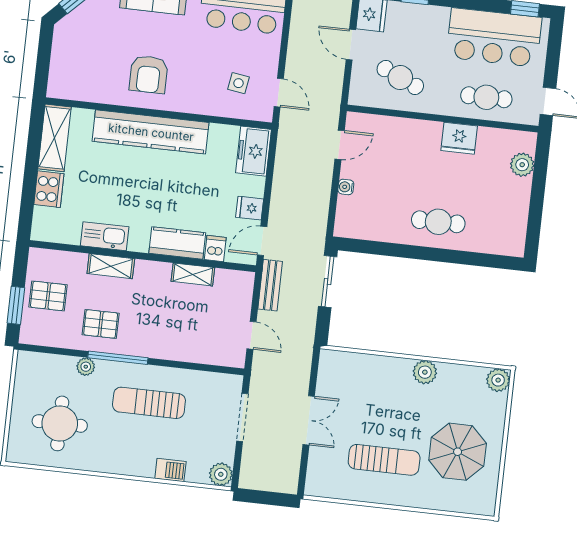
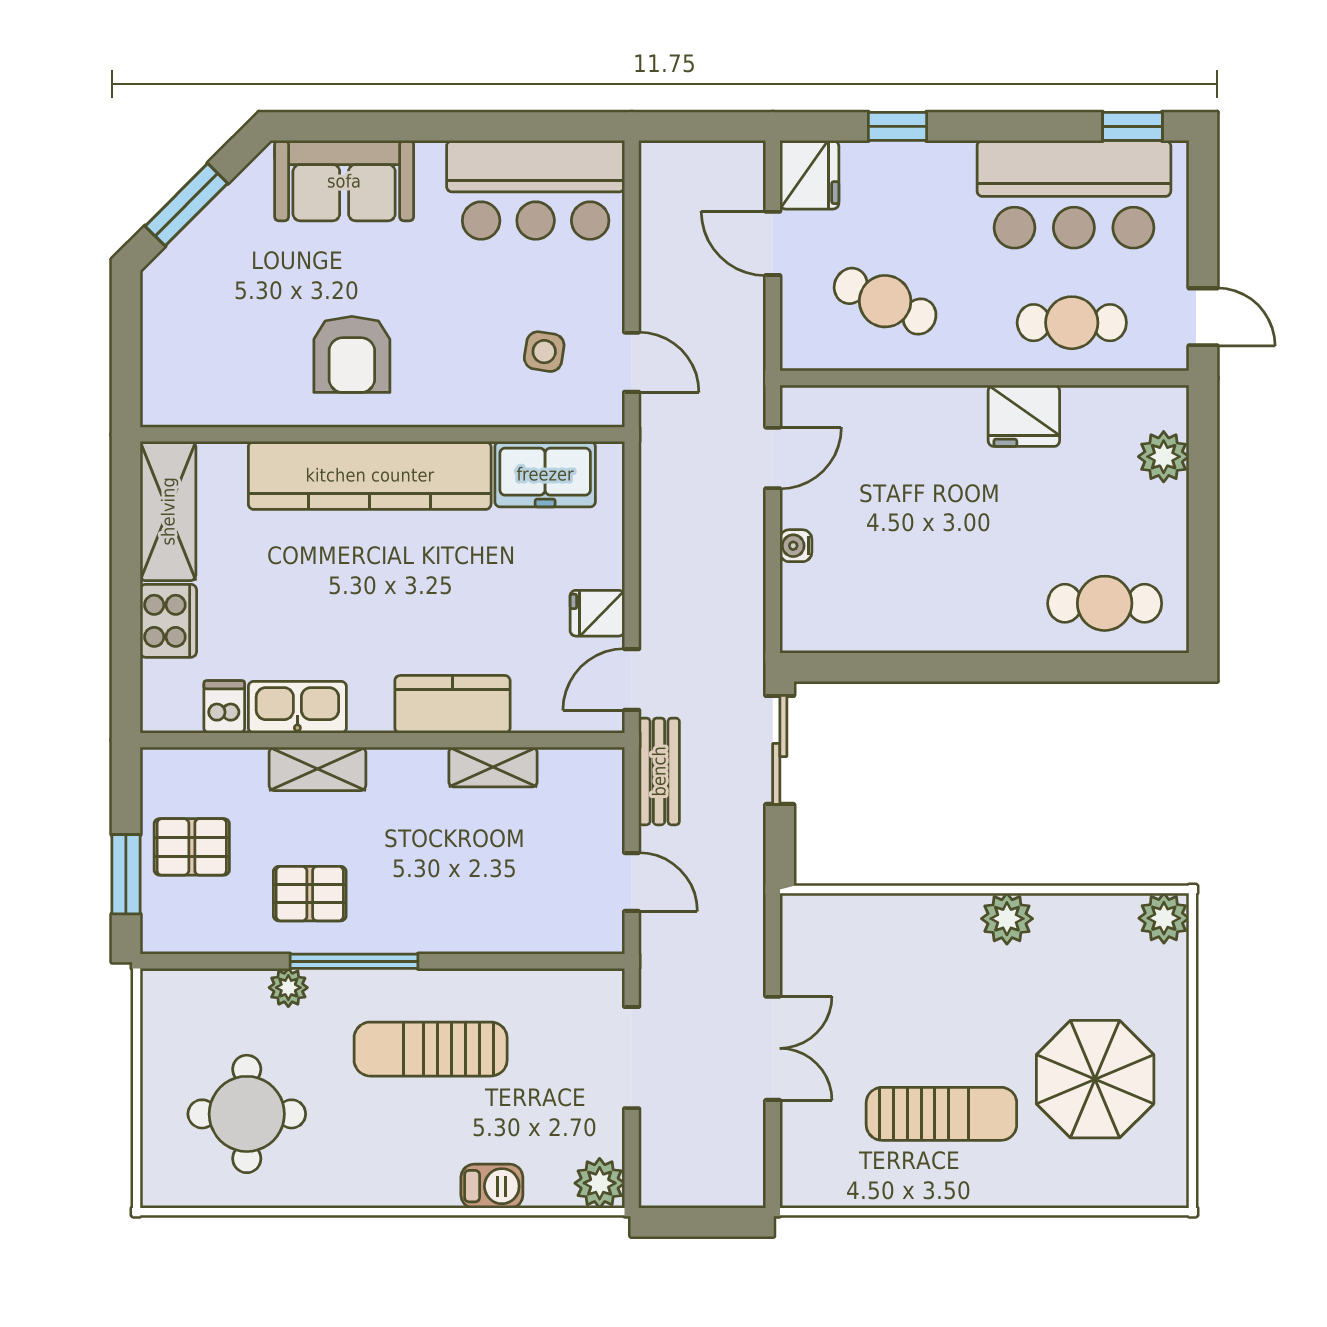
freezer: (253, 151) -> (545, 474), moved, turned -90
cafe table: (438, 222) -> (1105, 603), moved
dishwasher: (215, 248) -> (224, 707), moved

